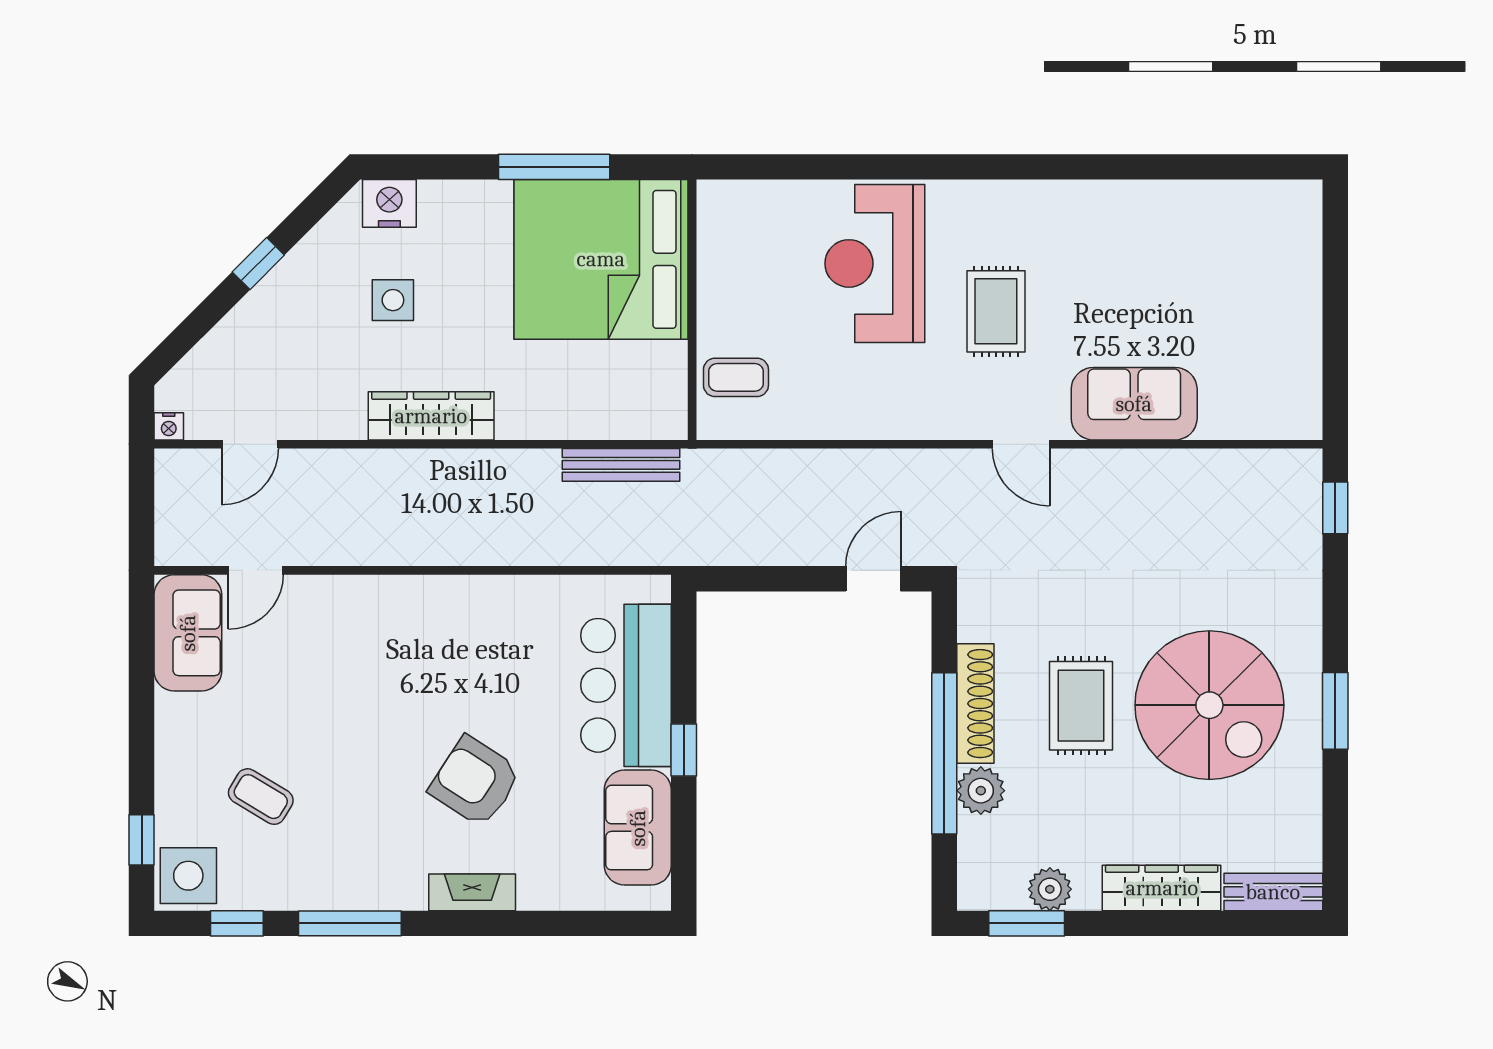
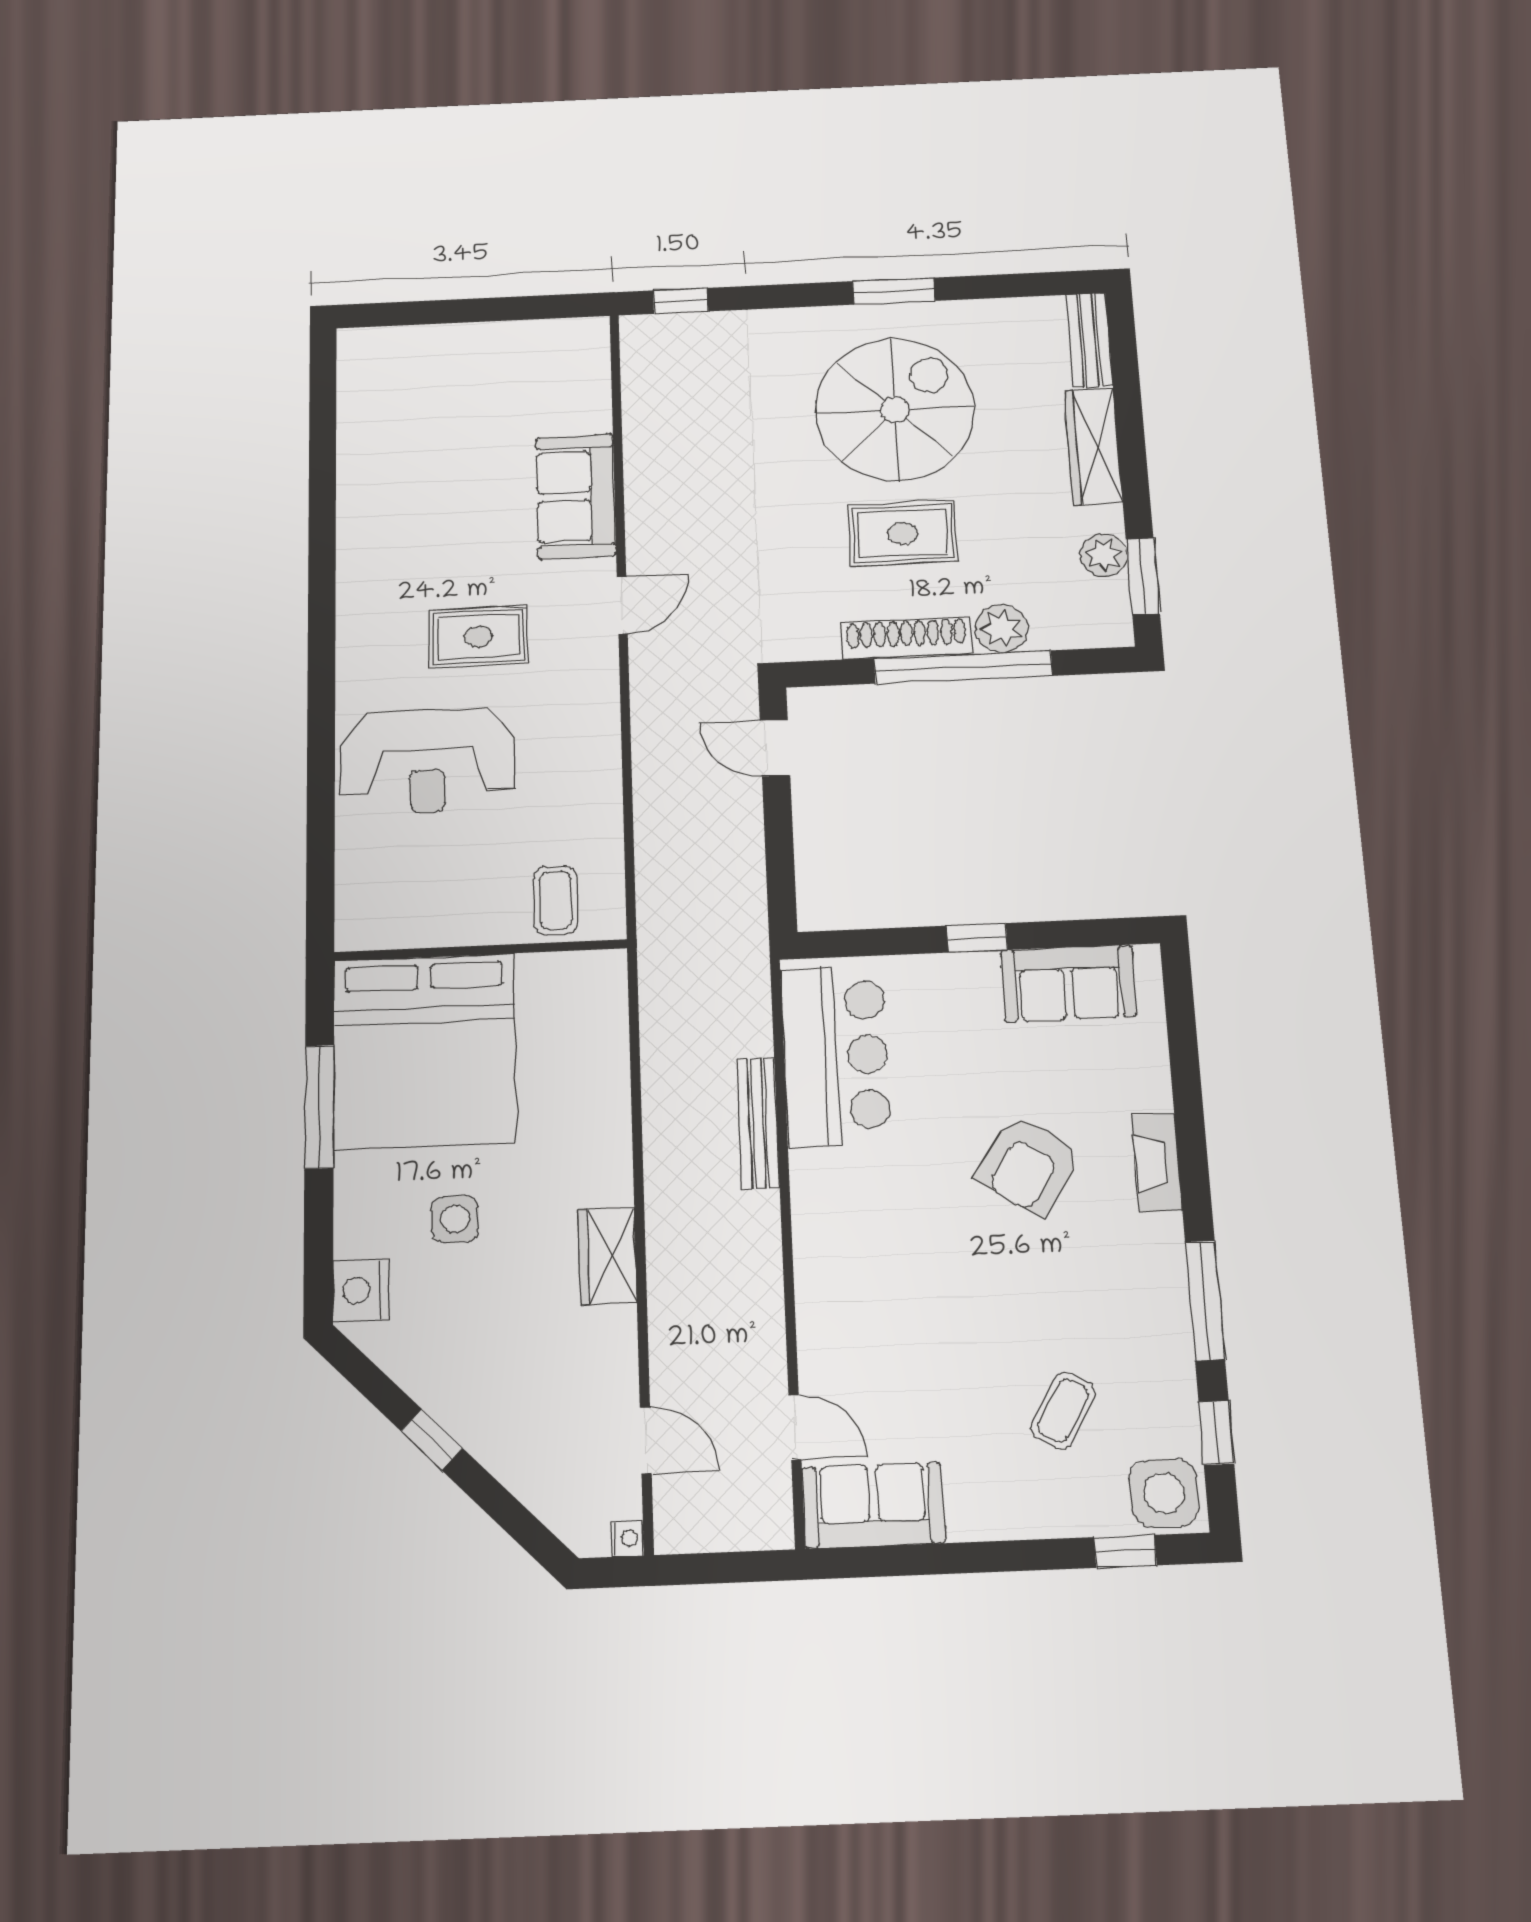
side table: (393, 300) -> (455, 1219), moved
wardrobe: (431, 416) -> (607, 1256), width x0.67
bench: (621, 465) -> (758, 1123), moved
bar counter: (626, 685) -> (835, 1056), moved, turned -90

